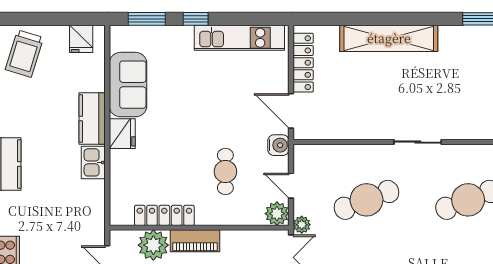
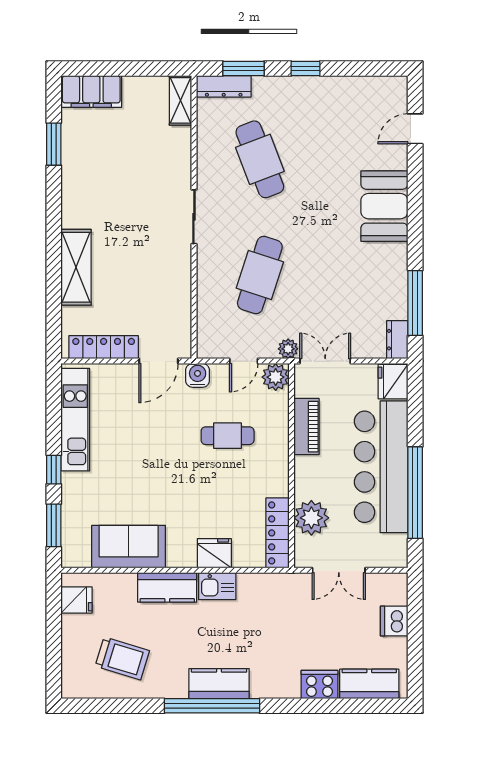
shelving: (389, 38) -> (76, 267), width x0.68
trolley: (24, 54) -> (122, 658), moved
fridge: (122, 134) -> (214, 553), moved
cafe table: (366, 200) -> (260, 275), turned 39
locker: (164, 215) -> (278, 533), moved
piano: (195, 241) -> (306, 427), moved

